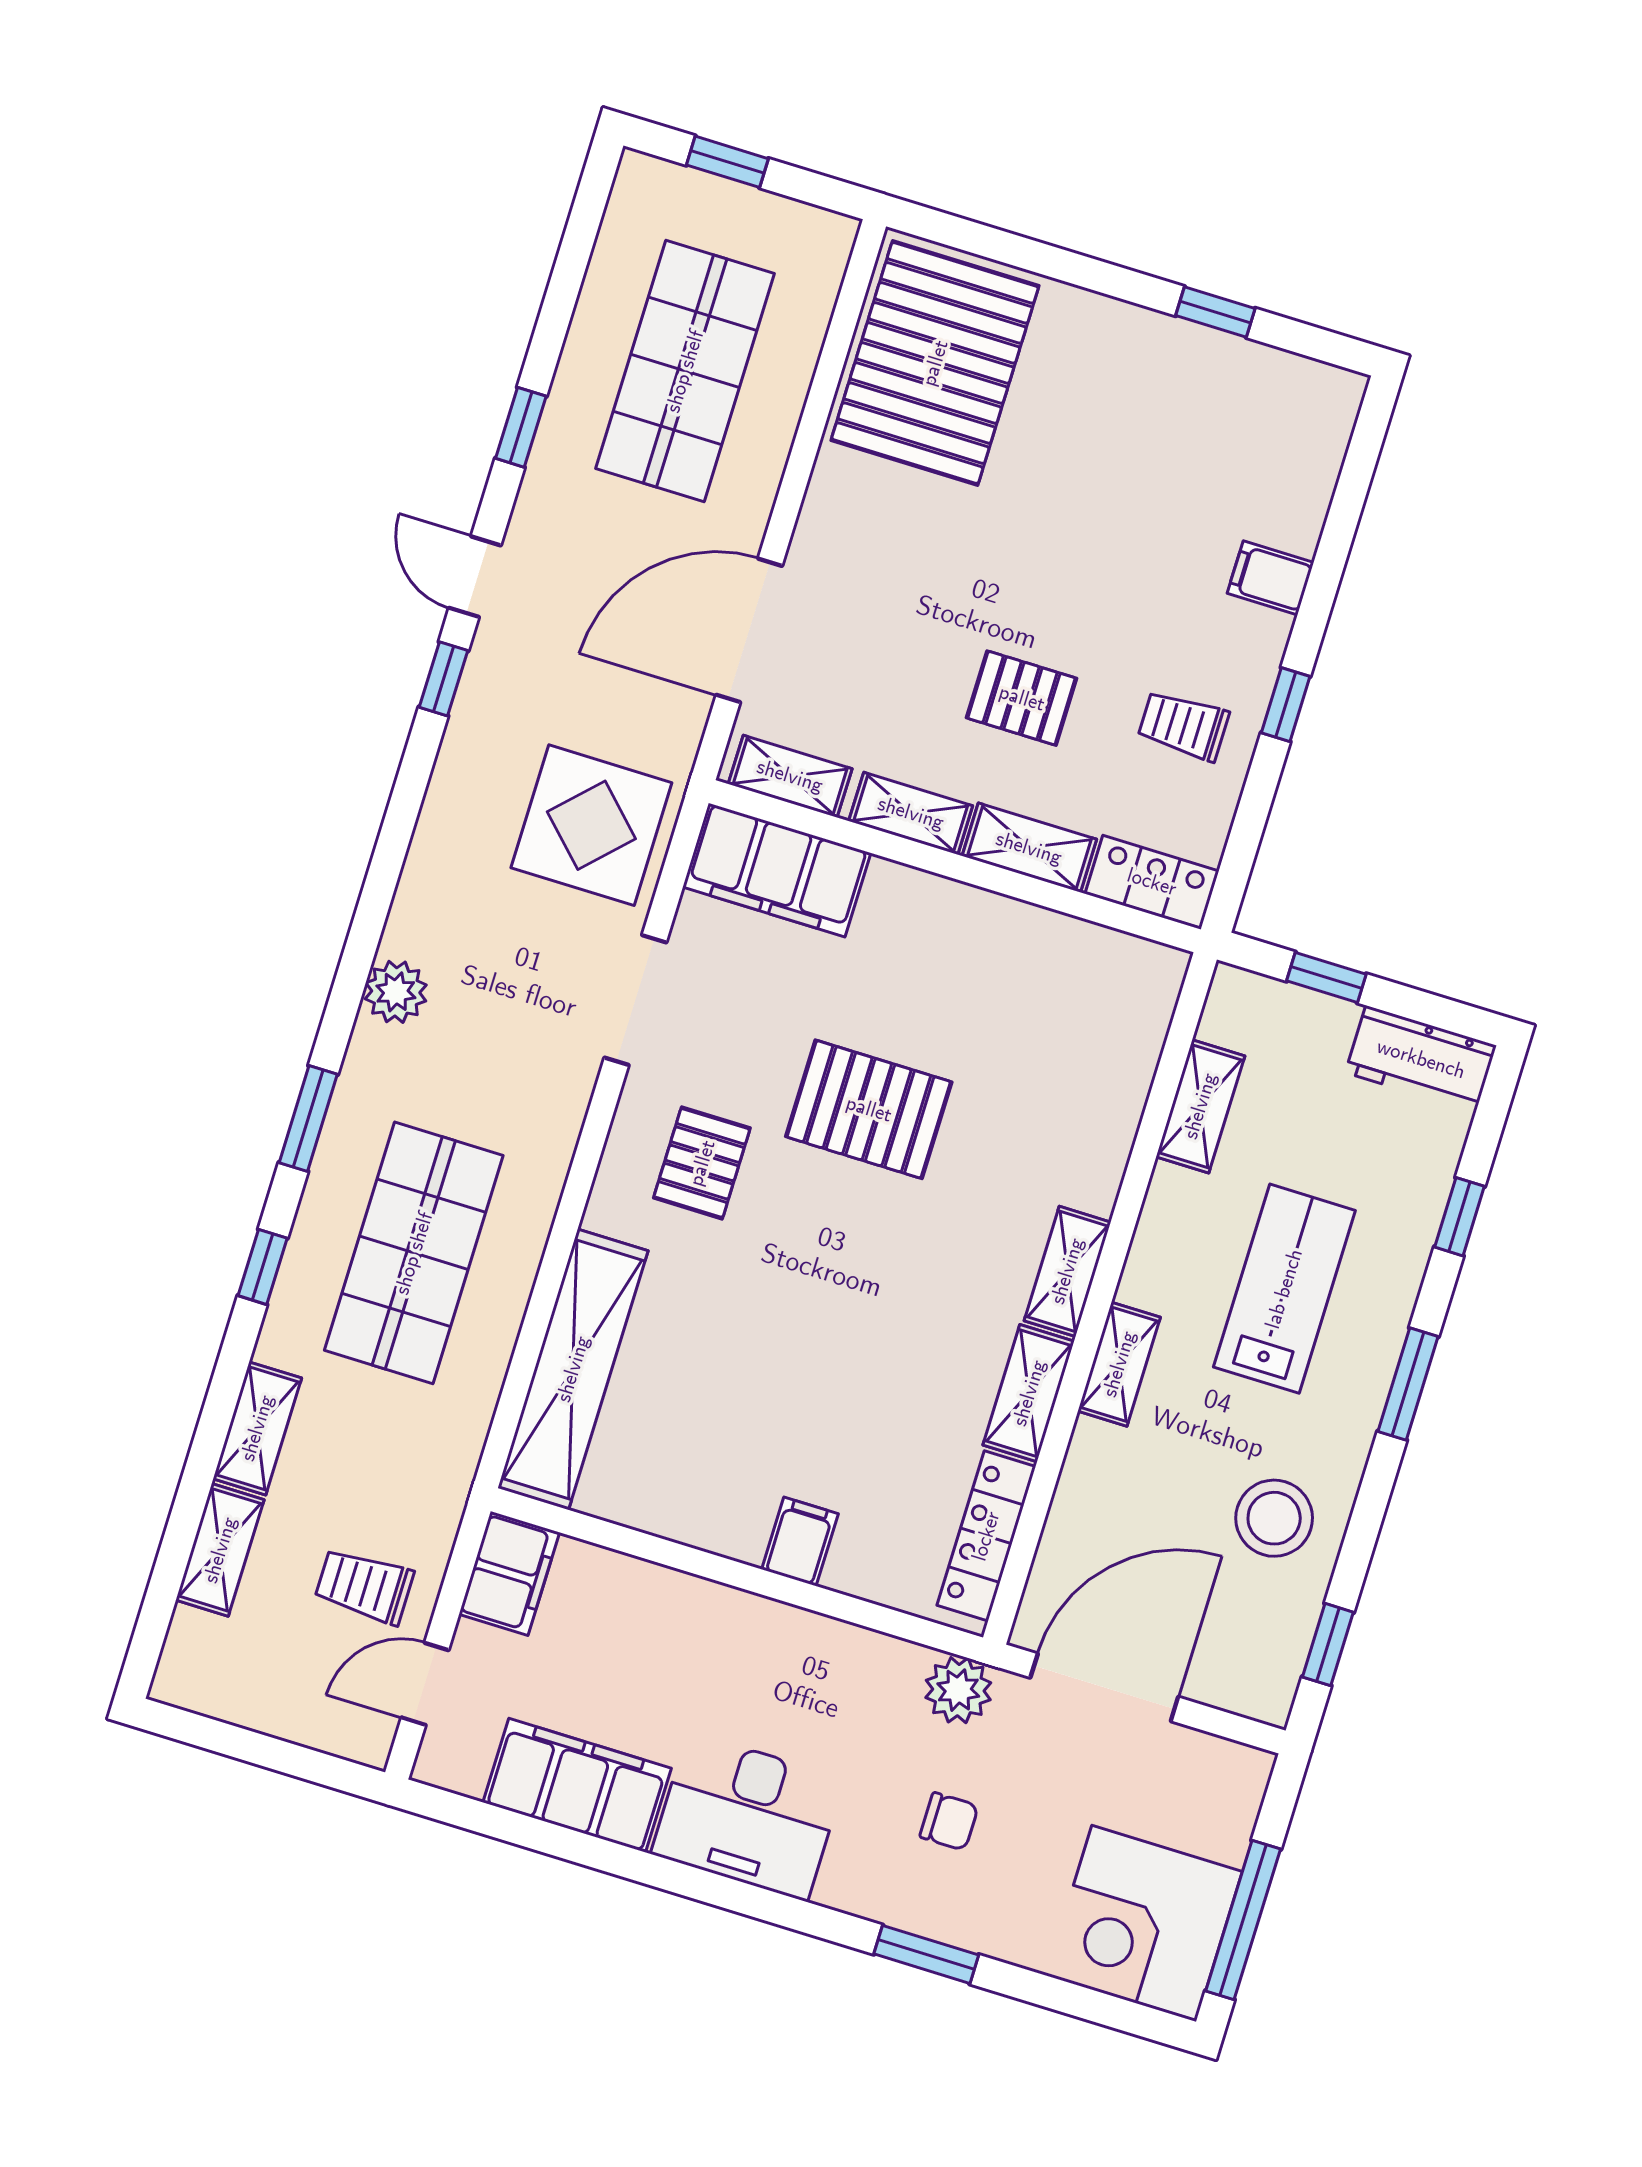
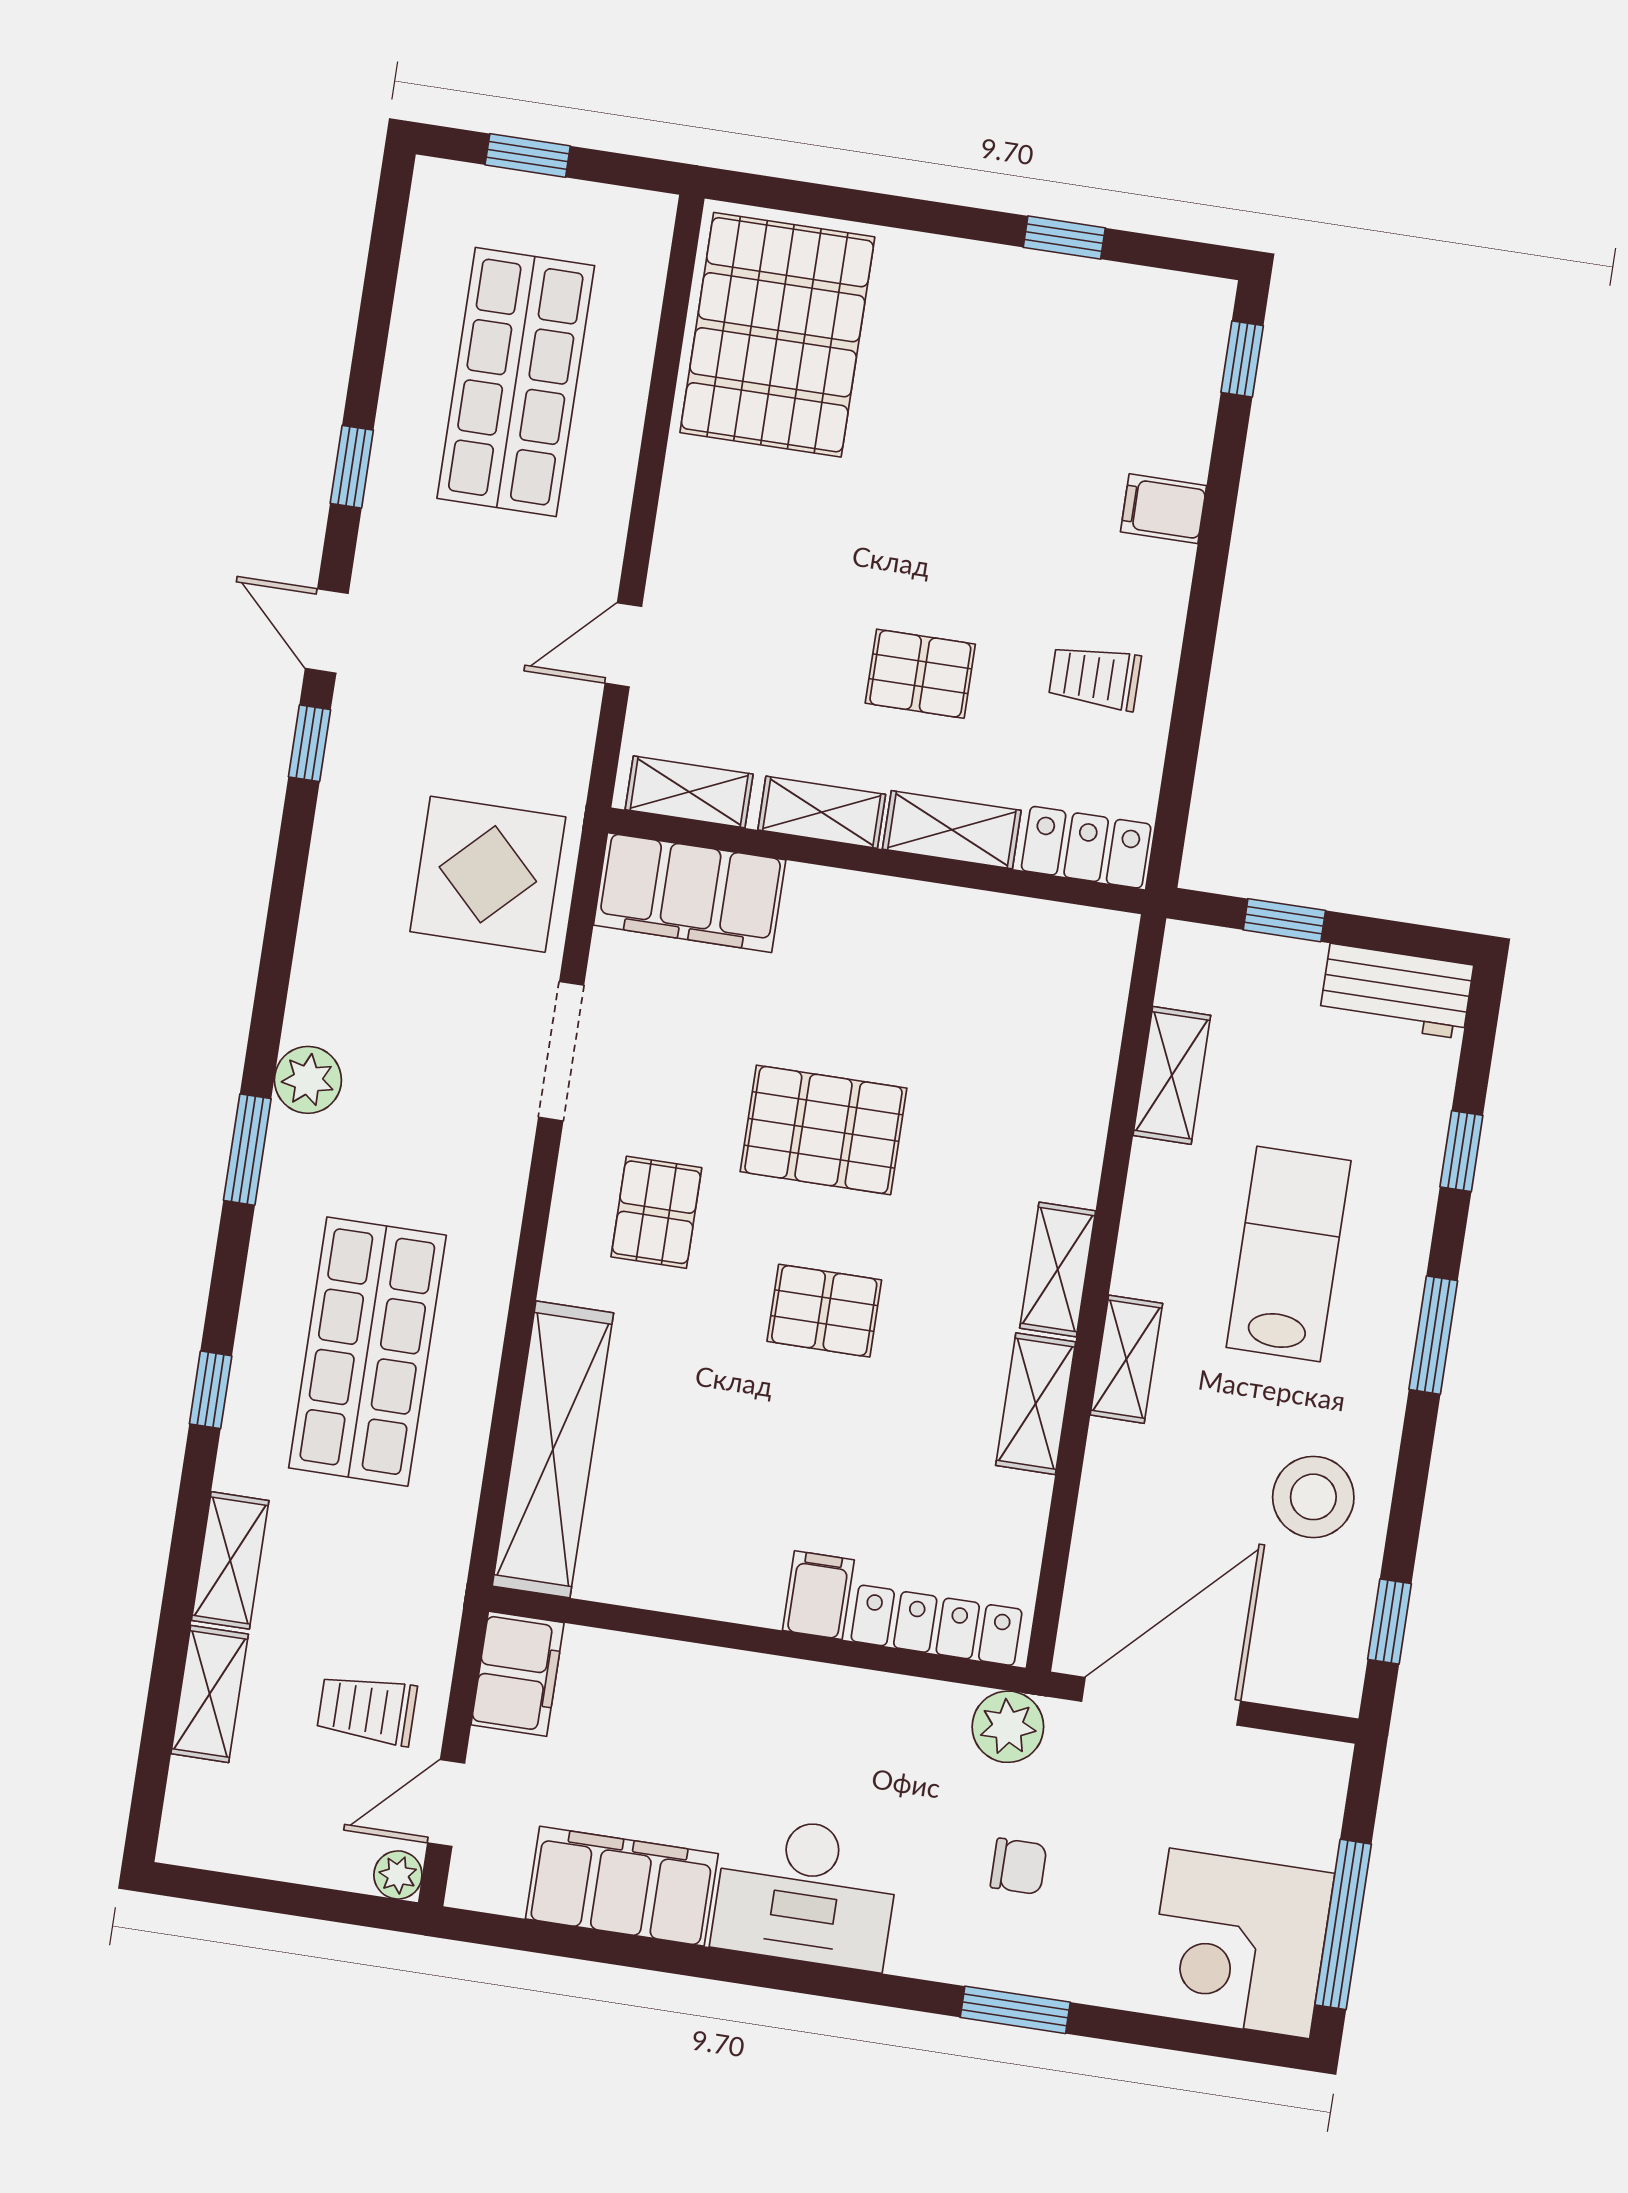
door: (749, 630) -> (623, 645), width x0.53
window: (1286, 705) -> (1242, 359), moved
window: (308, 1119) -> (247, 1150), moved
pallet: (845, 1278) -> (824, 1311), added
locker: (986, 1536) -> (936, 1625), moved, turned 90
plant: (370, 1744) -> (398, 1875), added

